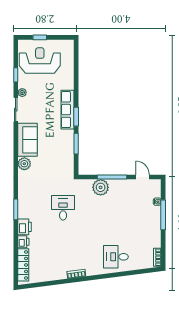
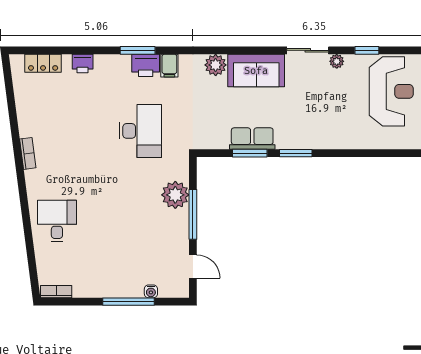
row of seats: (67, 110) -> (252, 139), moved, width x0.68
door: (143, 177) -> (193, 266), hinge flipped
filing cabinet: (25, 191) -> (169, 66), added
desk: (63, 208) -> (140, 131), width x1.37
printer: (25, 227) -> (146, 65), moved
locker: (23, 265) -> (43, 63), width x0.66

